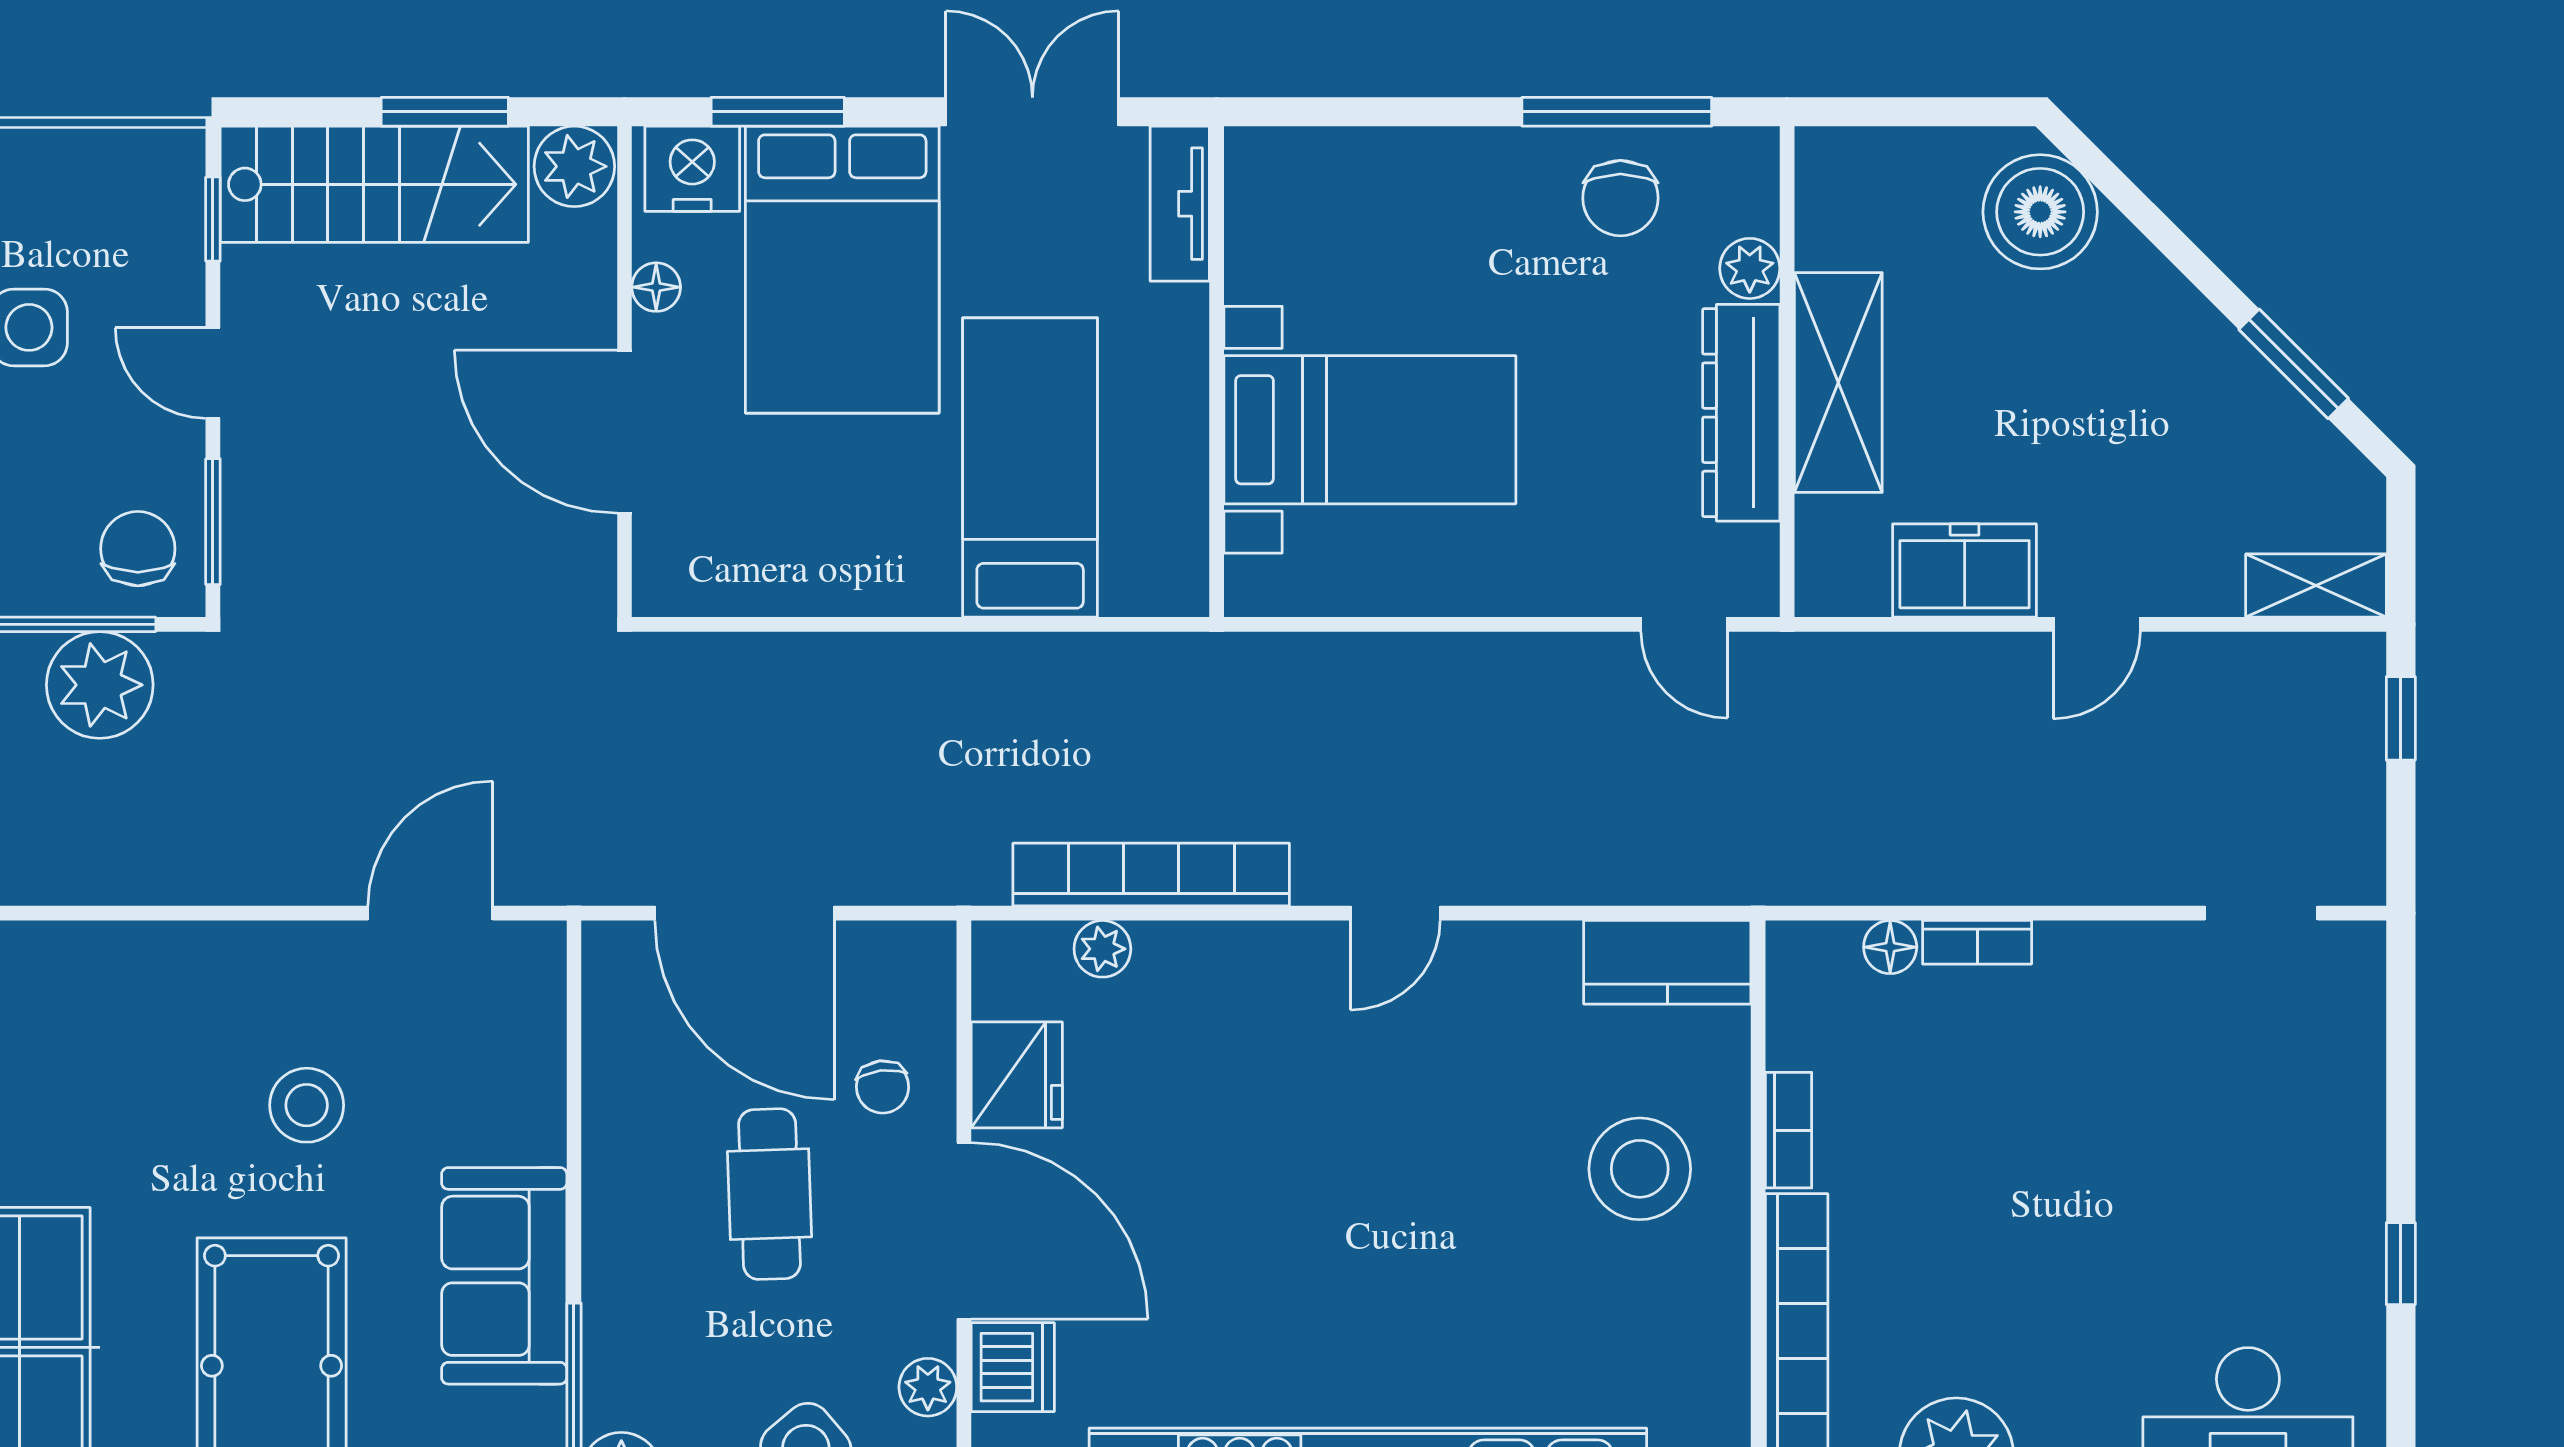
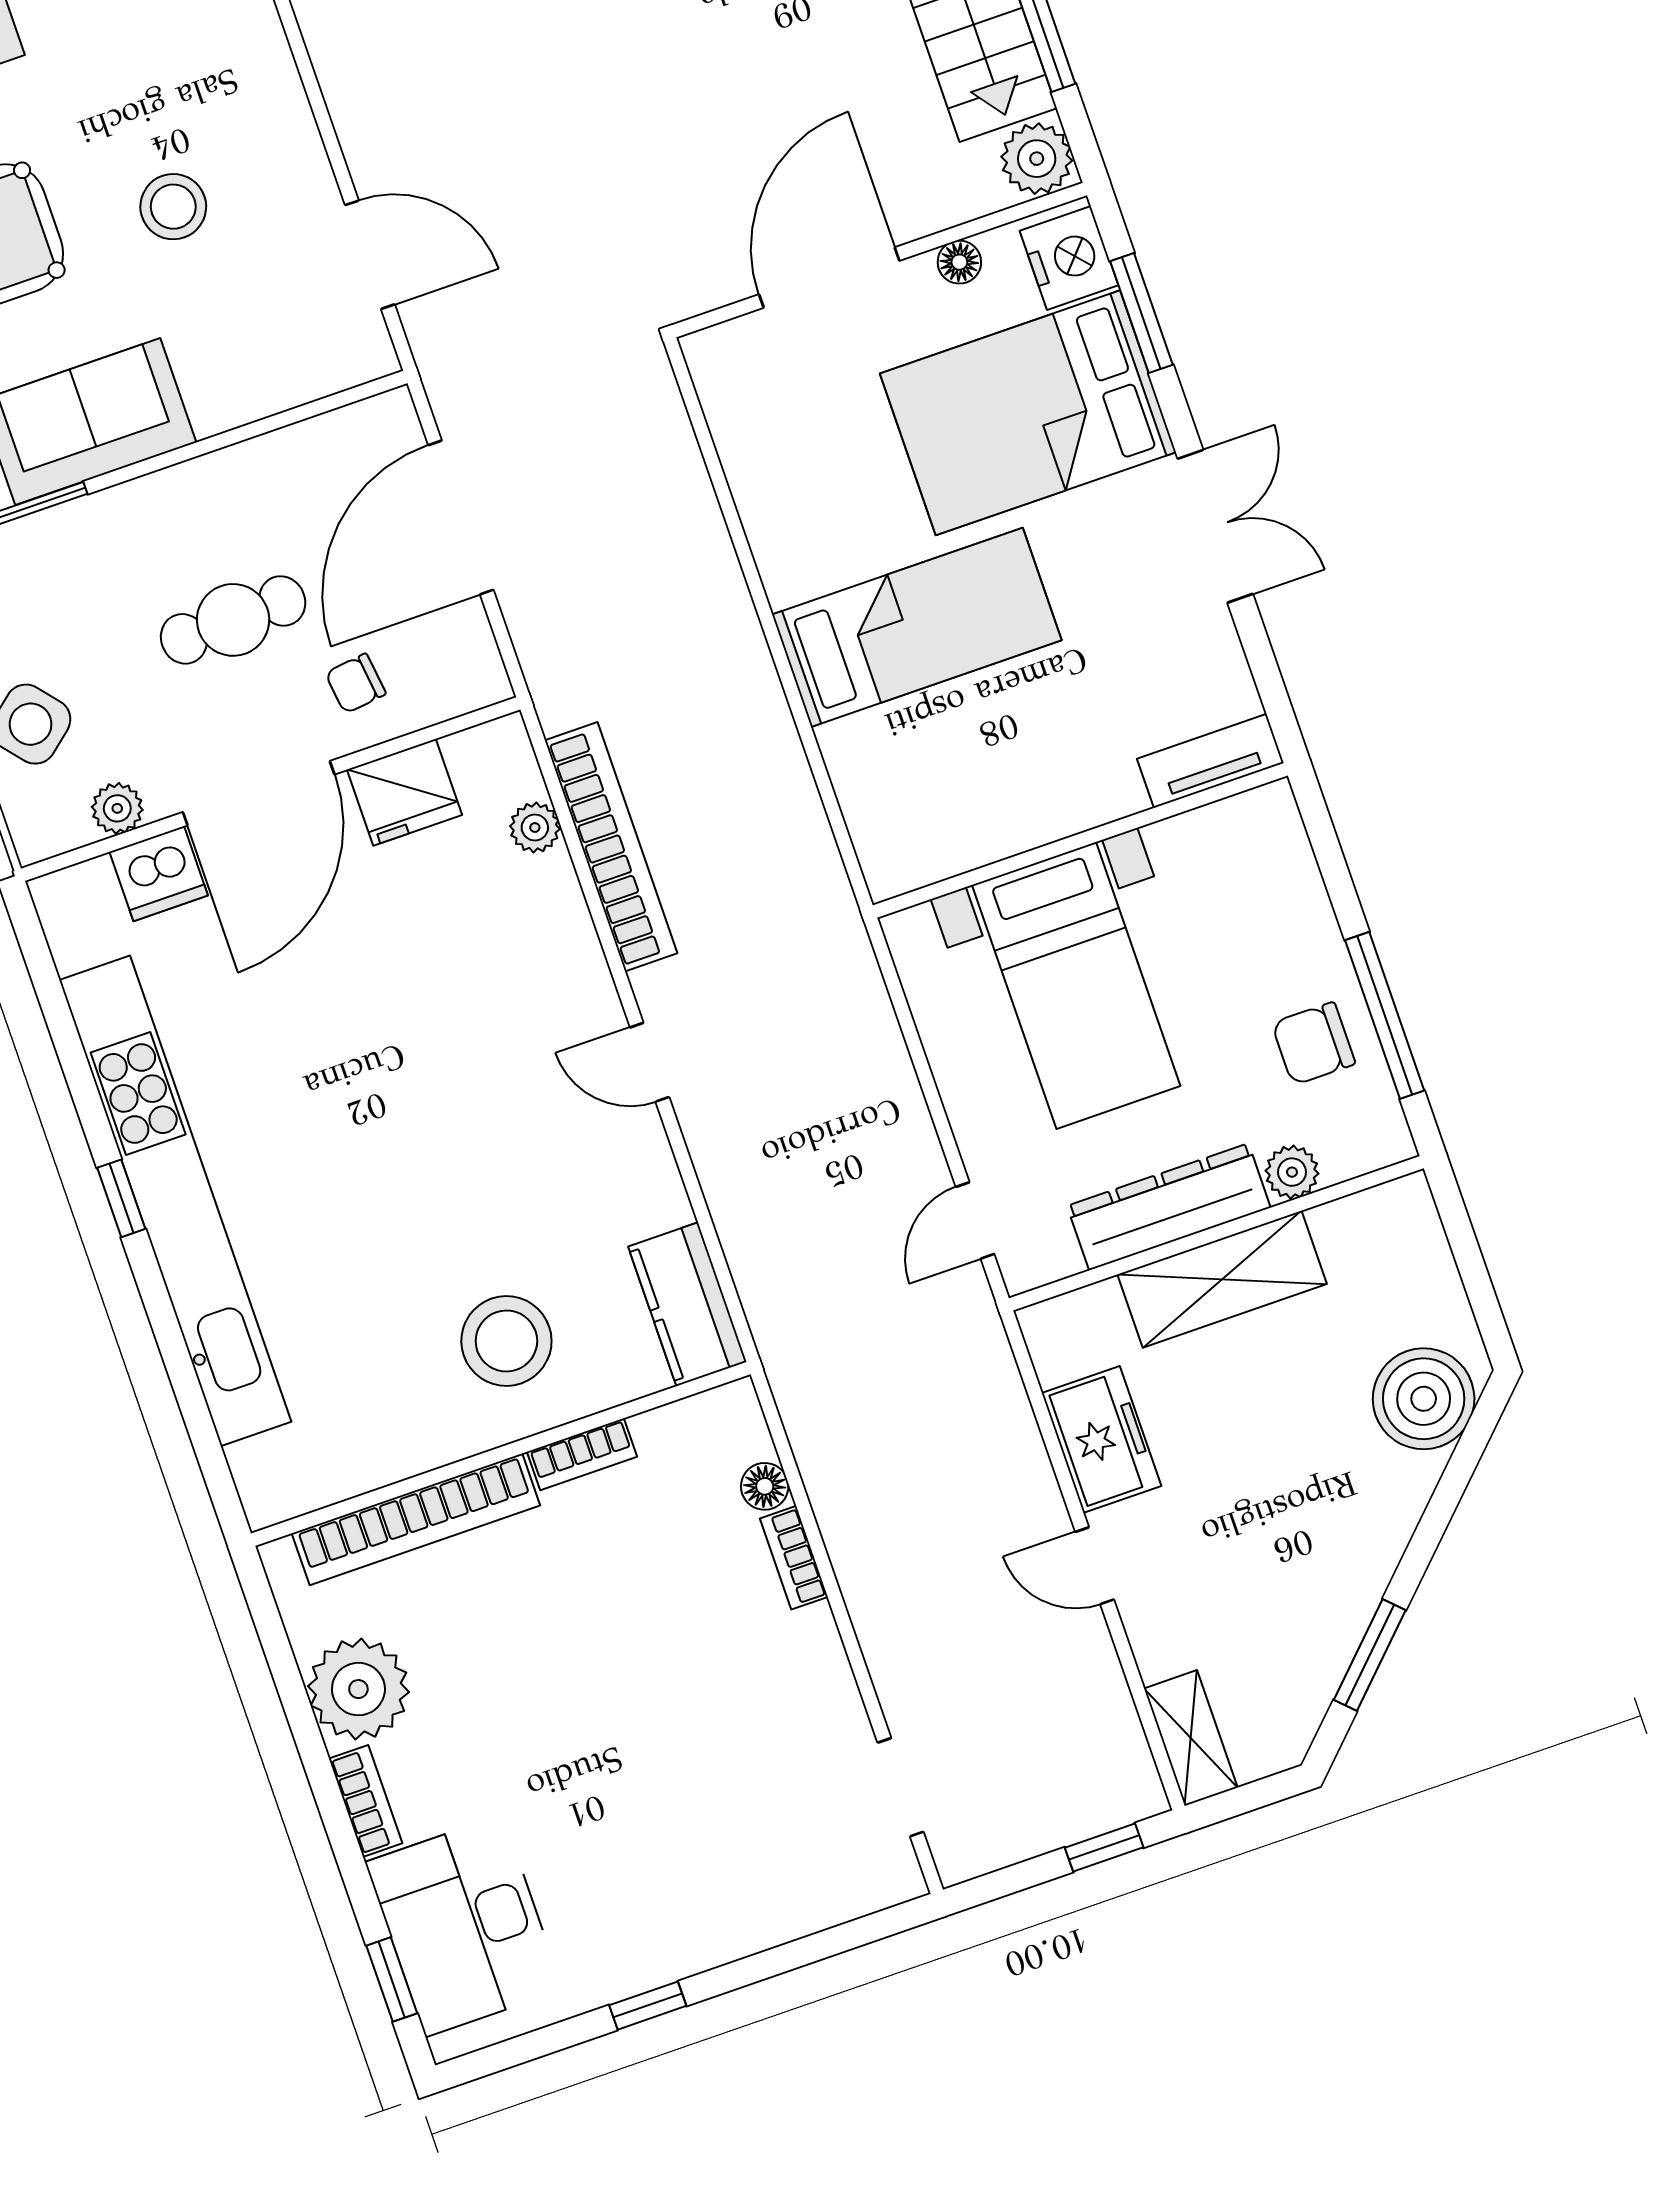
tv unit: (1180, 204) -> (1210, 761), moved
wall: (1217, 372) -> (1080, 840), moved
bed with nightstands: (1370, 430) -> (1076, 985), moved

